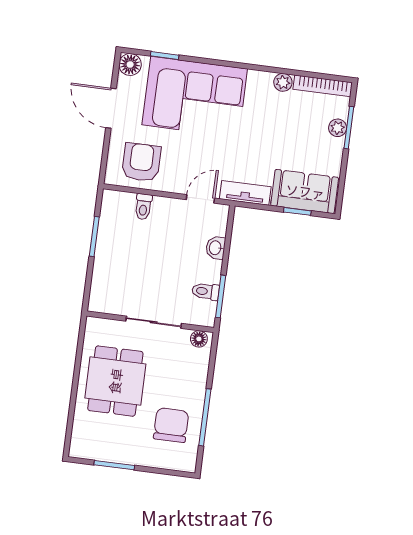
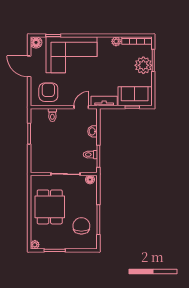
plant: (338, 128) -> (143, 65), width x1.88, depth x1.88
plant: (78, 449) -> (35, 245), added

